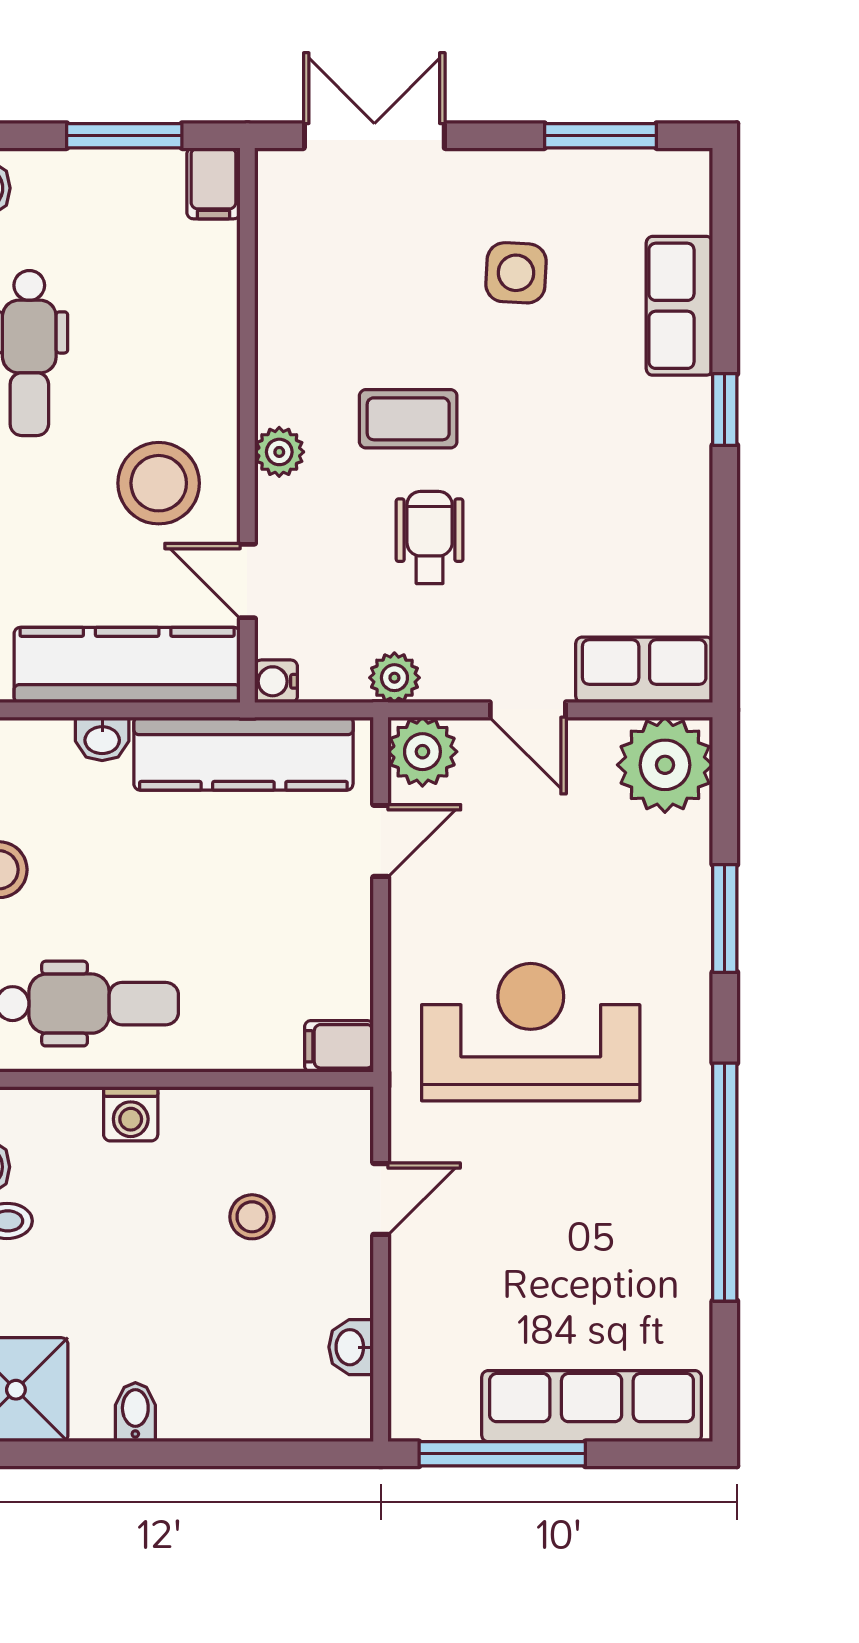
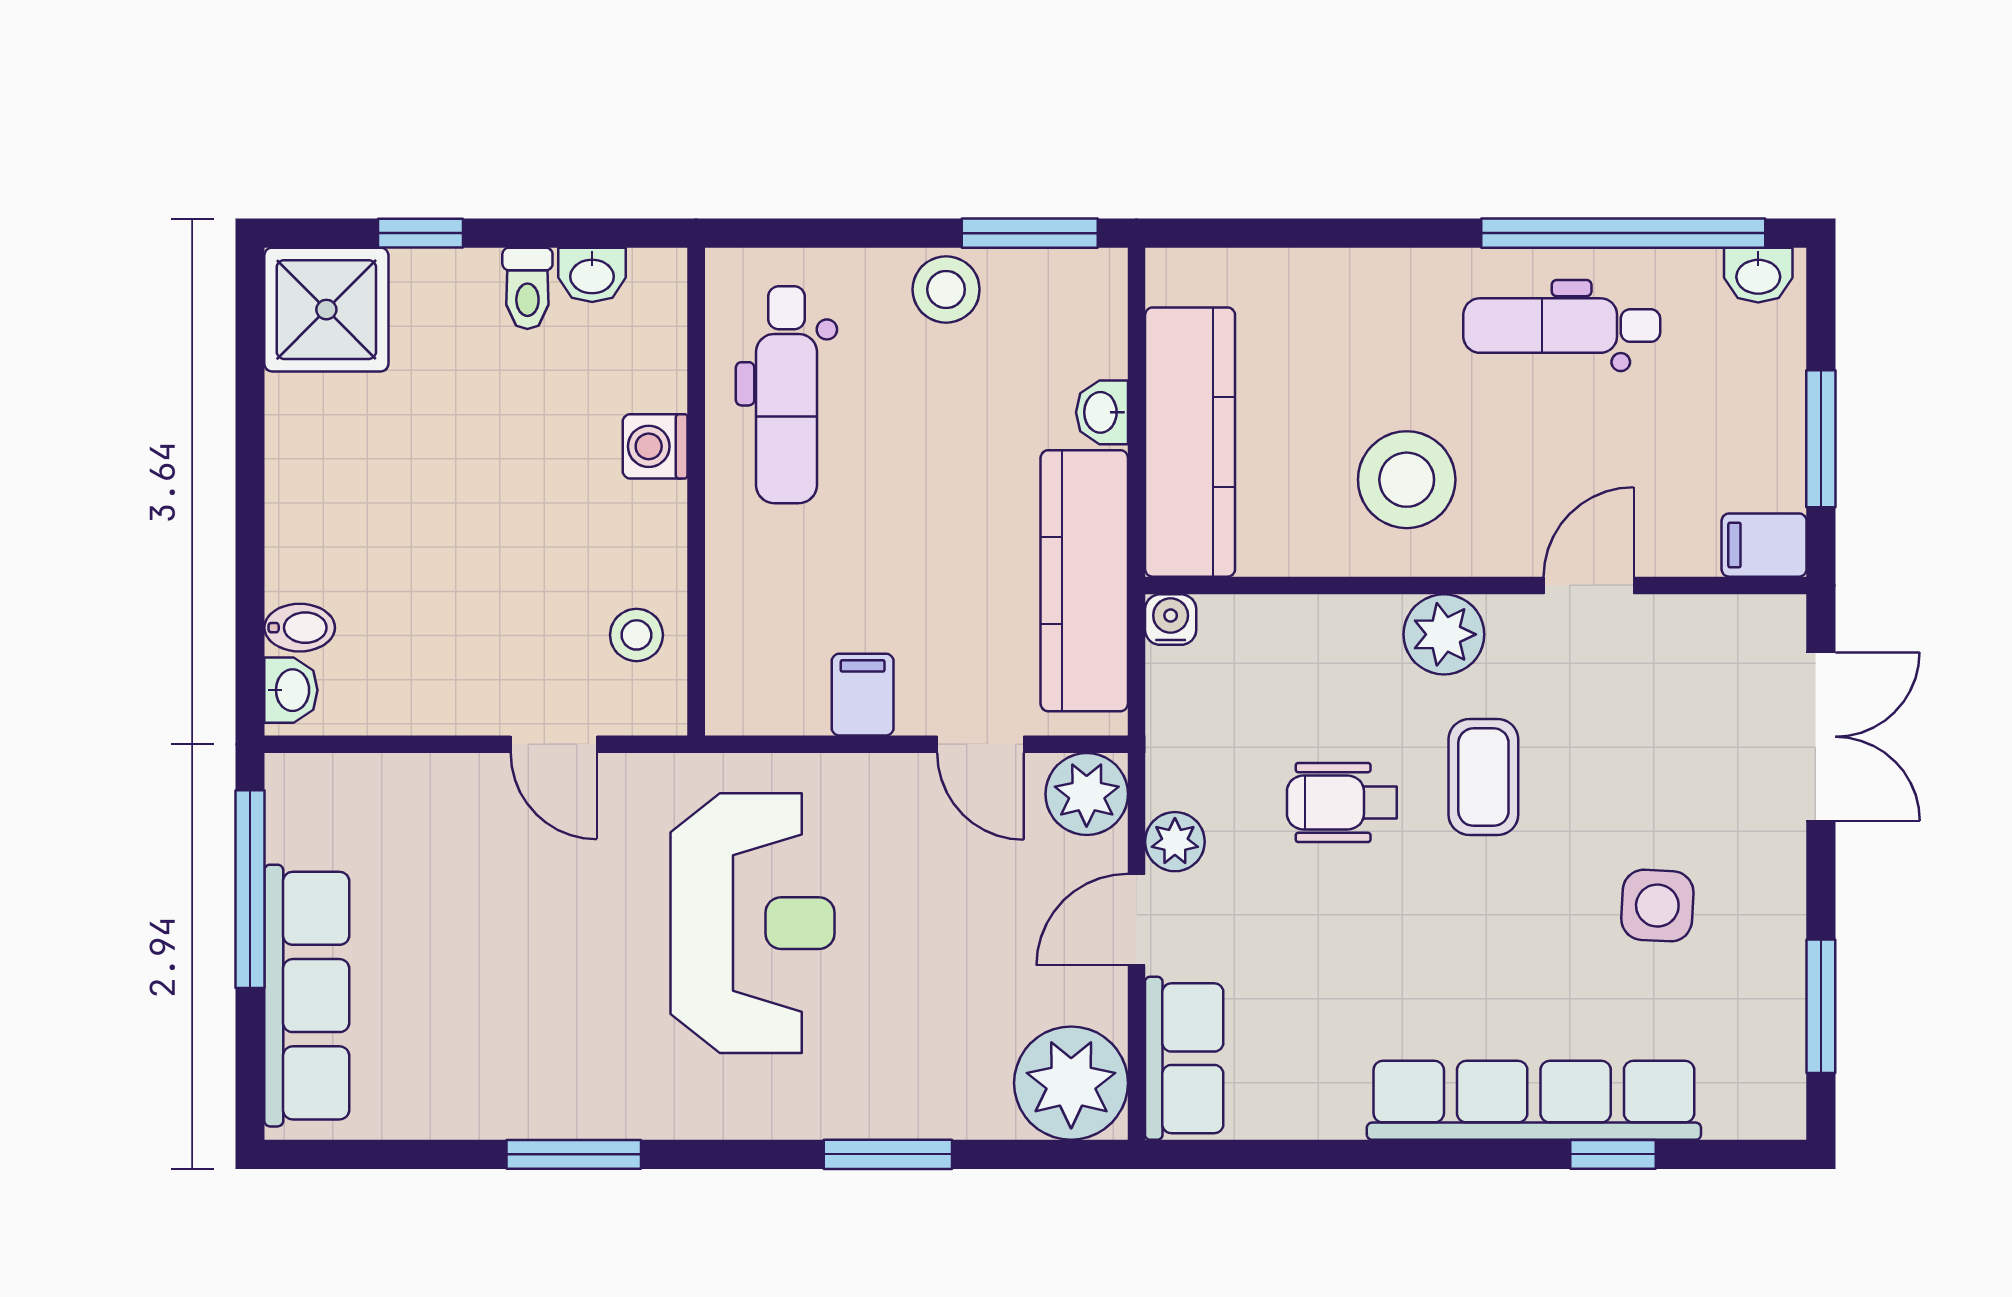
row of seats: (679, 306) -> (1534, 1100), width x2.02
window: (725, 410) -> (1613, 1154), moved
plant: (279, 452) -> (1444, 634), width x1.38, depth x1.38
wheelchair: (430, 538) -> (1342, 802), turned 180
door: (247, 581) -> (1589, 585), moved
plant: (394, 678) -> (1175, 842), moved
filing cabinet: (339, 1046) -> (863, 695), moved
window: (725, 1182) -> (574, 1154), width x0.47
stool: (252, 1217) -> (636, 635), moved
washbasin: (351, 1347) -> (291, 690), moved, turned 90
bidet: (135, 1412) -> (300, 628), moved

